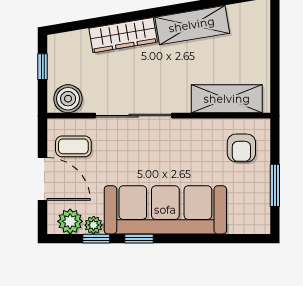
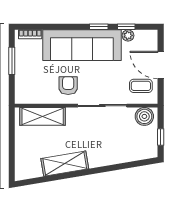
wardrobe: (123, 35) -> (109, 157), removed
armchair: (241, 148) -> (68, 86), moved
plant: (70, 221) -> (143, 38), removed
bookcase: (246, 227) -> (30, 34), added

